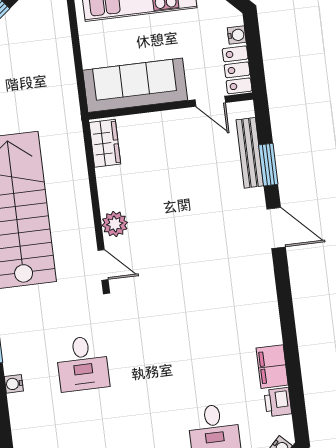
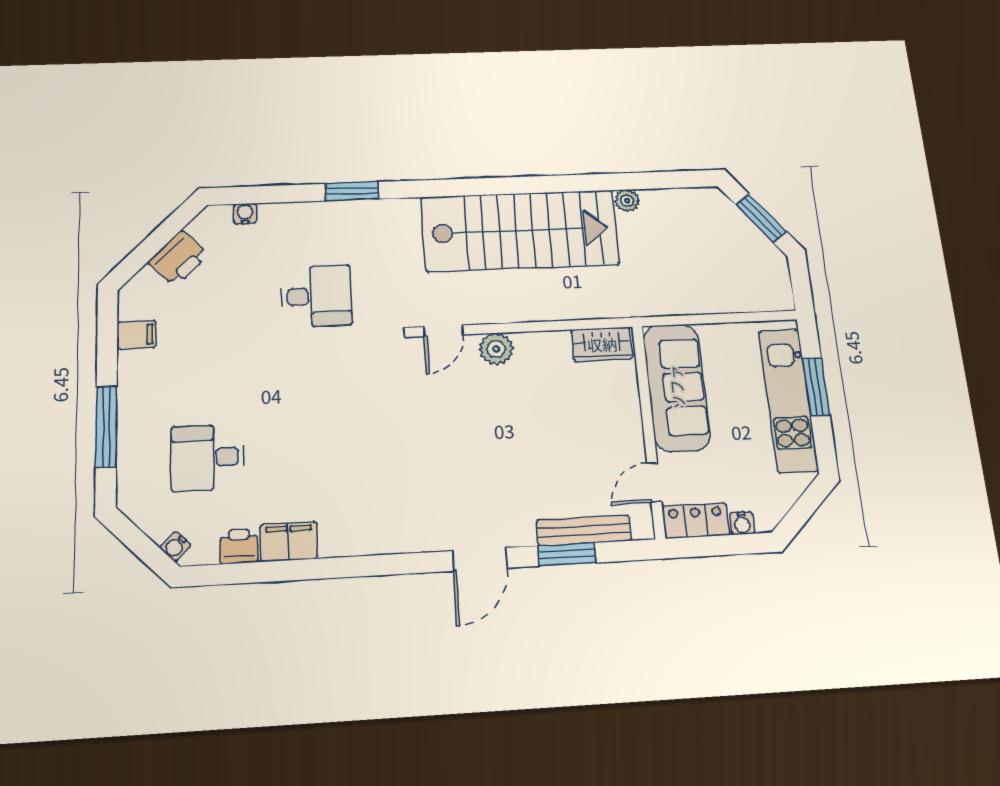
desk: (83, 364) -> (316, 296), turned 180
water cooler: (14, 384) -> (245, 214), moved

